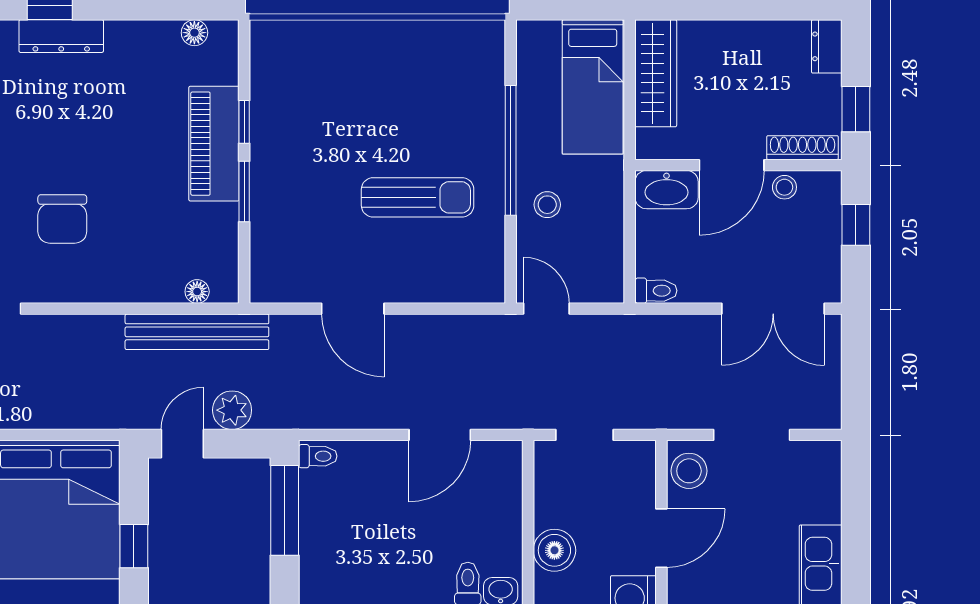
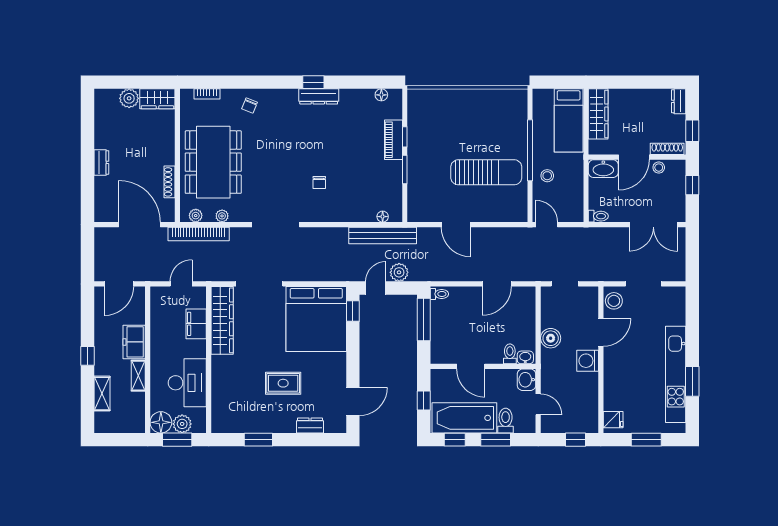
piano: (214, 144) -> (393, 140), width x0.73, depth x0.75
sun lounger: (418, 197) -> (486, 172), width x1.36, depth x1.34
chair: (62, 219) -> (319, 182), width x0.54, depth x0.54
window: (134, 546) -> (353, 311), moved

